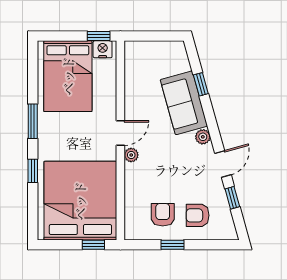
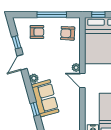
door: (120, 133) -> (82, 81), hinge flipped
armchair: (163, 215) -> (68, 33), moved, turned 93
window: (172, 245) -> (52, 15), width x2.17

